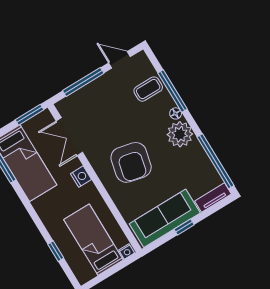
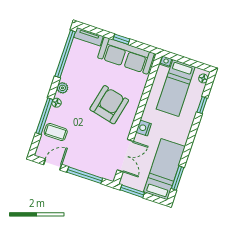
door: (119, 60) -> (53, 165), swing flipped
plant: (180, 134) -> (62, 88), width x0.53, depth x0.53
floor lamp: (80, 274) -> (203, 78), added

